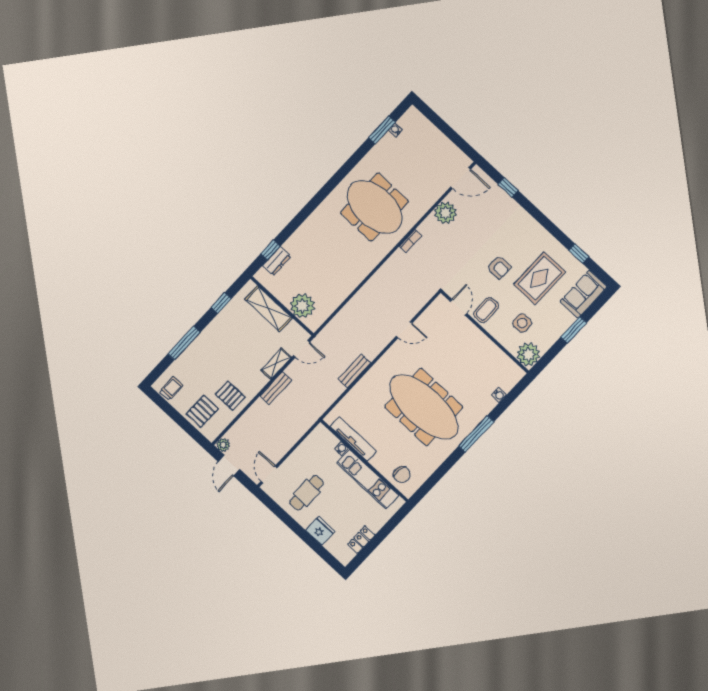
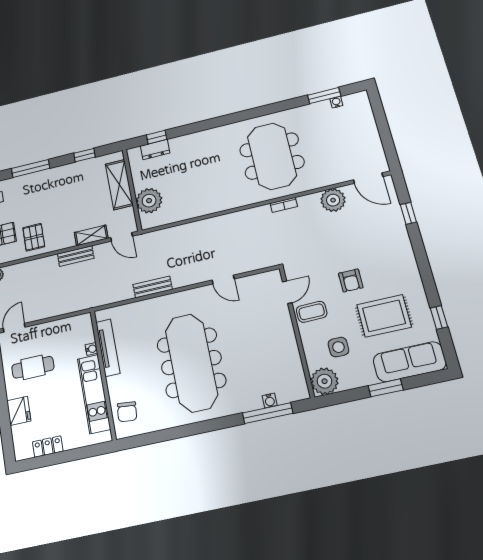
sofa: (584, 294) -> (410, 362), width x1.36
window: (476, 434) -> (268, 413), moved

